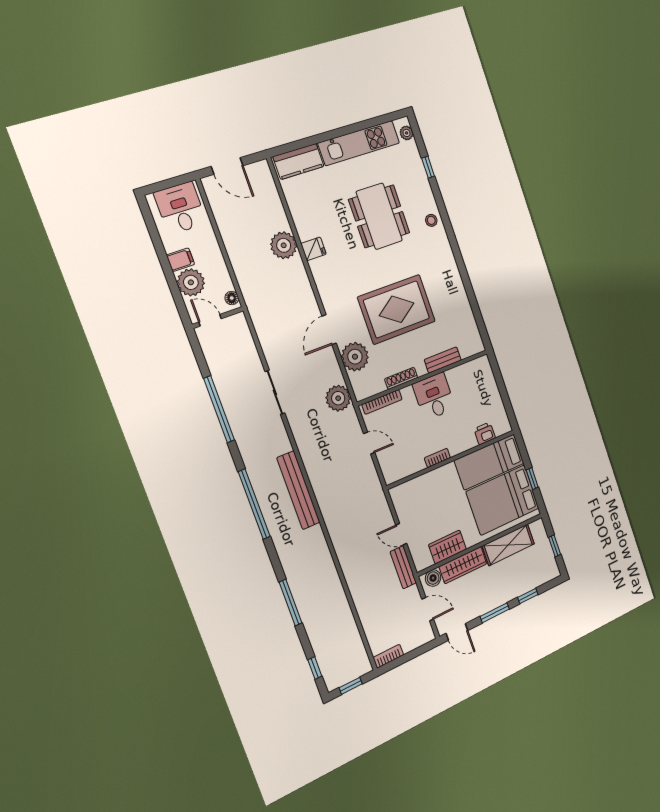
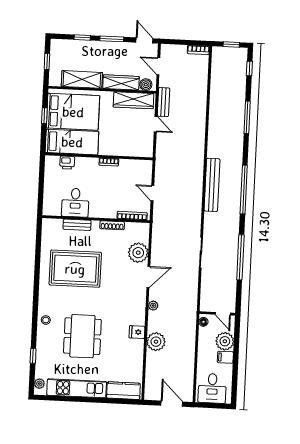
rug: (397, 309) -> (75, 269), moved
desk: (434, 396) -> (75, 203), moved
plant: (338, 398) -> (153, 306), moved, width x0.53, depth x0.53
wardrobe: (447, 547) -> (133, 100), width x1.50

